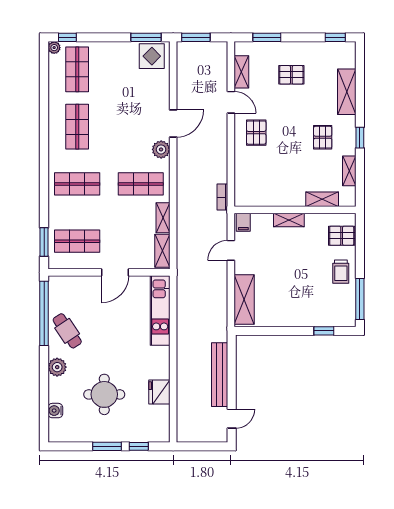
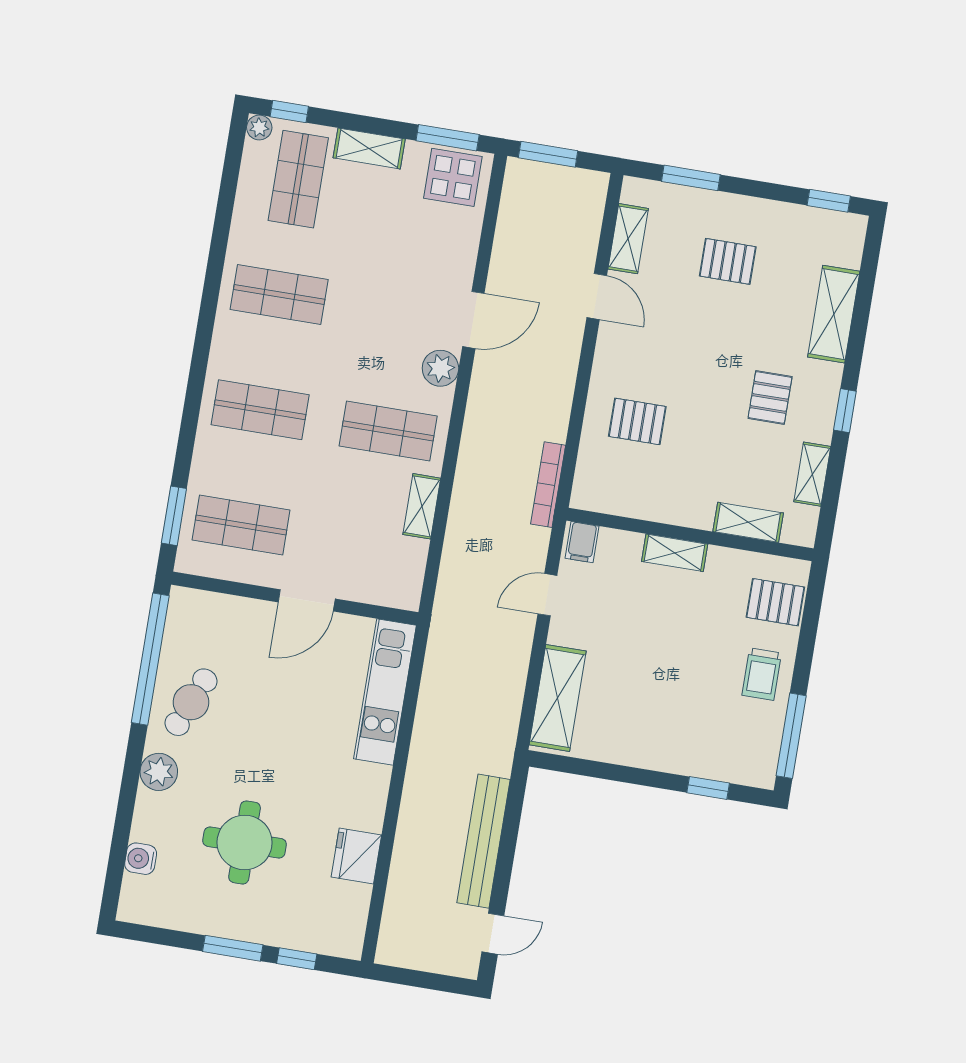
shop shelf: (77, 127) -> (279, 294), turned 90
pallet: (256, 133) -> (637, 421), moved, turned 90
bookcase: (222, 197) -> (548, 485), width x1.56
shelving: (162, 251) -> (369, 148), moved, turned 90
cafe table: (67, 331) -> (191, 702), turned 57

